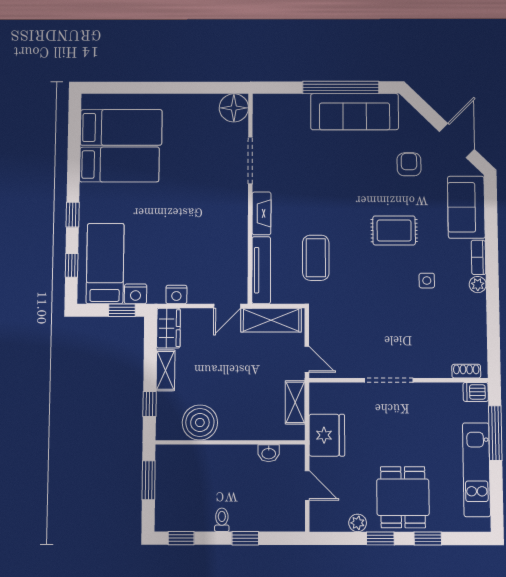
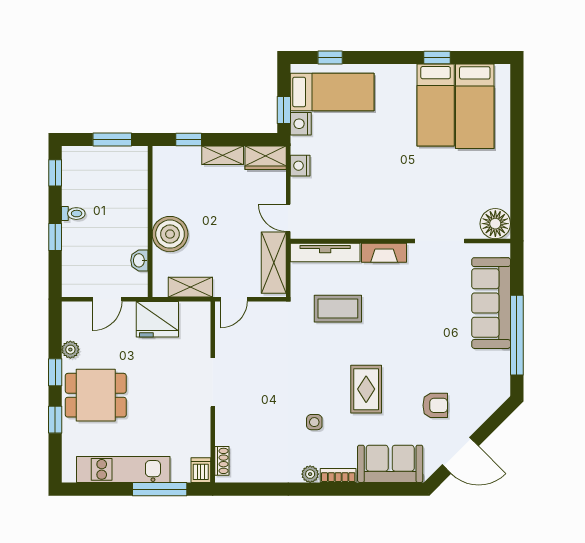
sofa: (354, 112) -> (491, 303), moved
window: (73, 215) -> (437, 58), moved
boiler: (200, 422) -> (170, 234), moved

